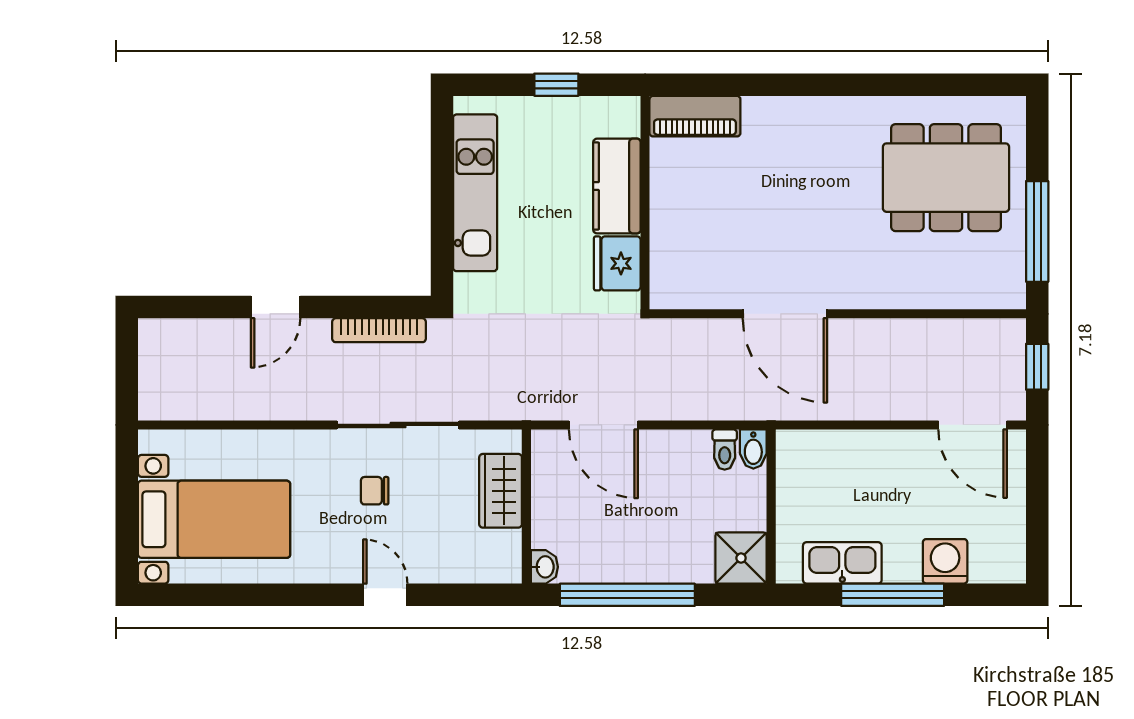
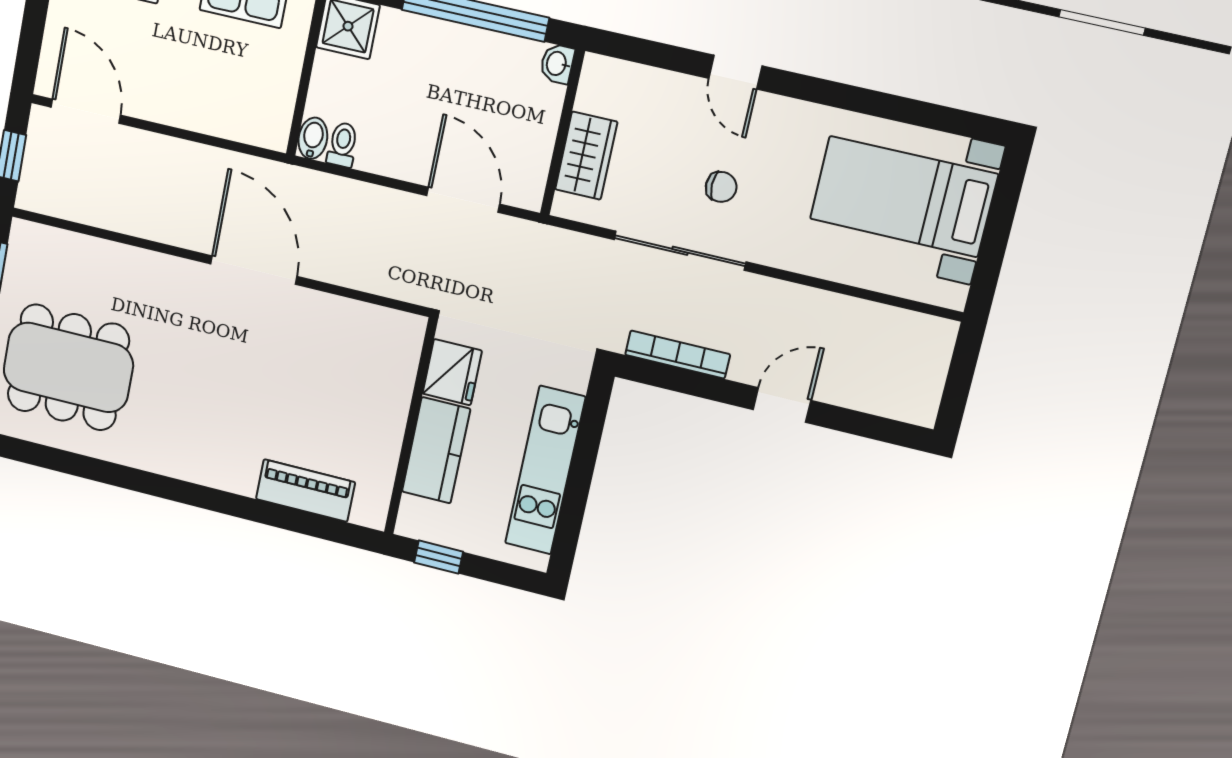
kitchen counter: (617, 186) -> (436, 450), moved
wall: (645, 203) -> (411, 427), moved
fridge: (617, 263) -> (452, 372), moved

